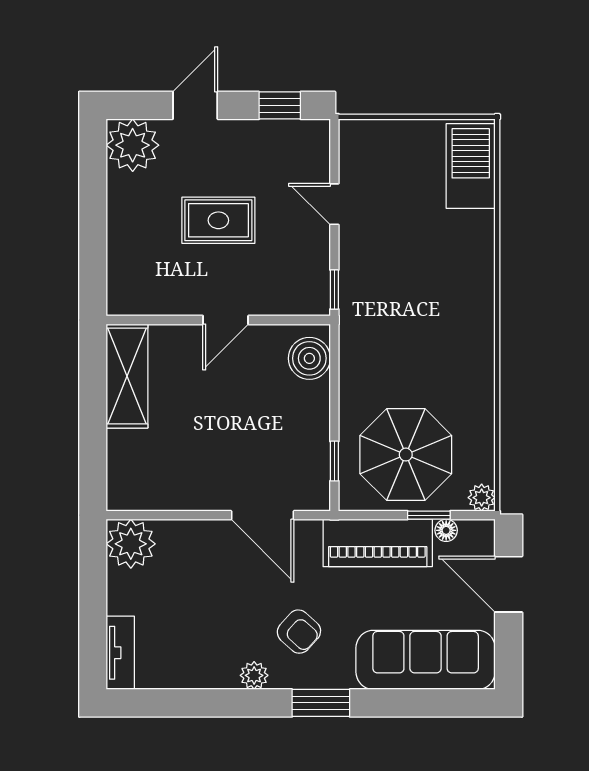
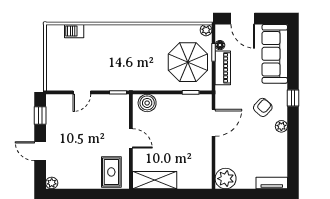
plant: (133, 145) -> (52, 183), width x0.53, depth x0.53
barbecue: (471, 166) -> (74, 31), width x0.53, depth x0.65
rug: (218, 220) -> (111, 172), moved
piano: (378, 543) -> (223, 68), width x0.73, depth x0.75
door: (509, 584) -> (243, 19), hinge flipped
window: (321, 703) -> (293, 98), width x0.67

